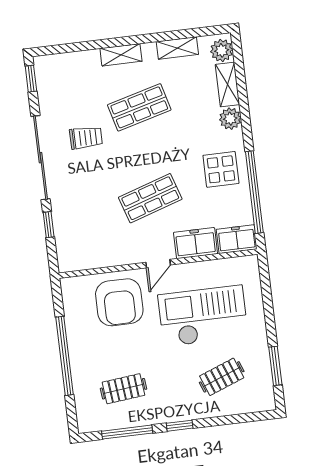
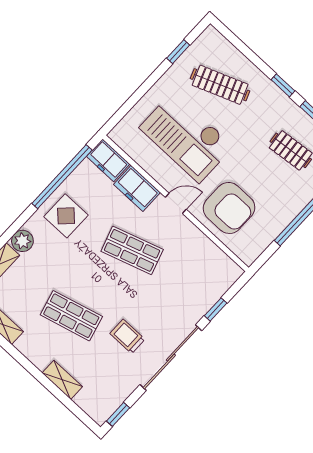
shelving: (121, 55) -> (62, 380), moved
armchair: (119, 302) -> (229, 208), turned 90
window: (275, 366) -> (178, 52), width x0.67
clothes rail: (222, 377) -> (220, 85), width x1.36

